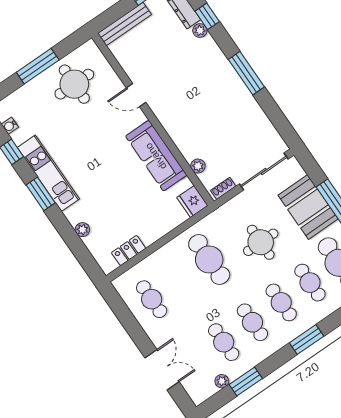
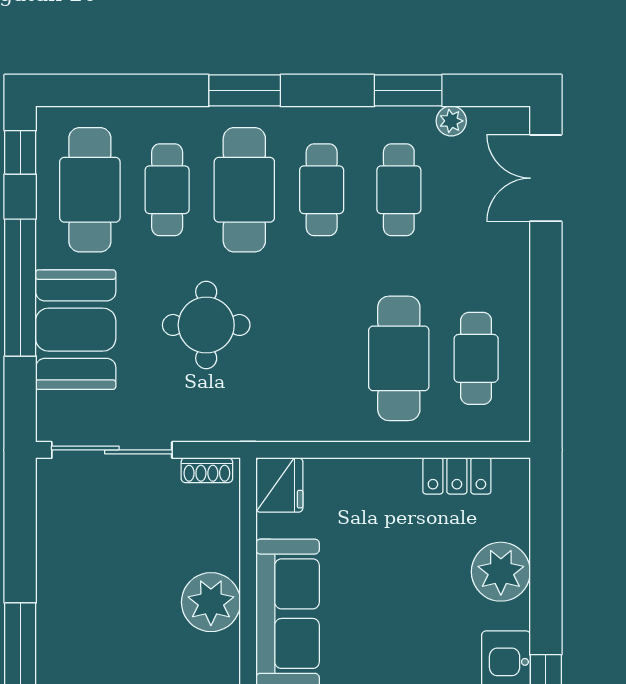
plant: (198, 166) -> (211, 602), moved, width x1.88, depth x1.88
plant: (82, 230) -> (501, 572), width x1.88, depth x1.88
cafe table: (209, 259) -> (399, 358), moved
cafe table: (281, 302) -> (244, 190), width x1.37, depth x1.35
double door: (162, 370) -> (546, 178), moved

